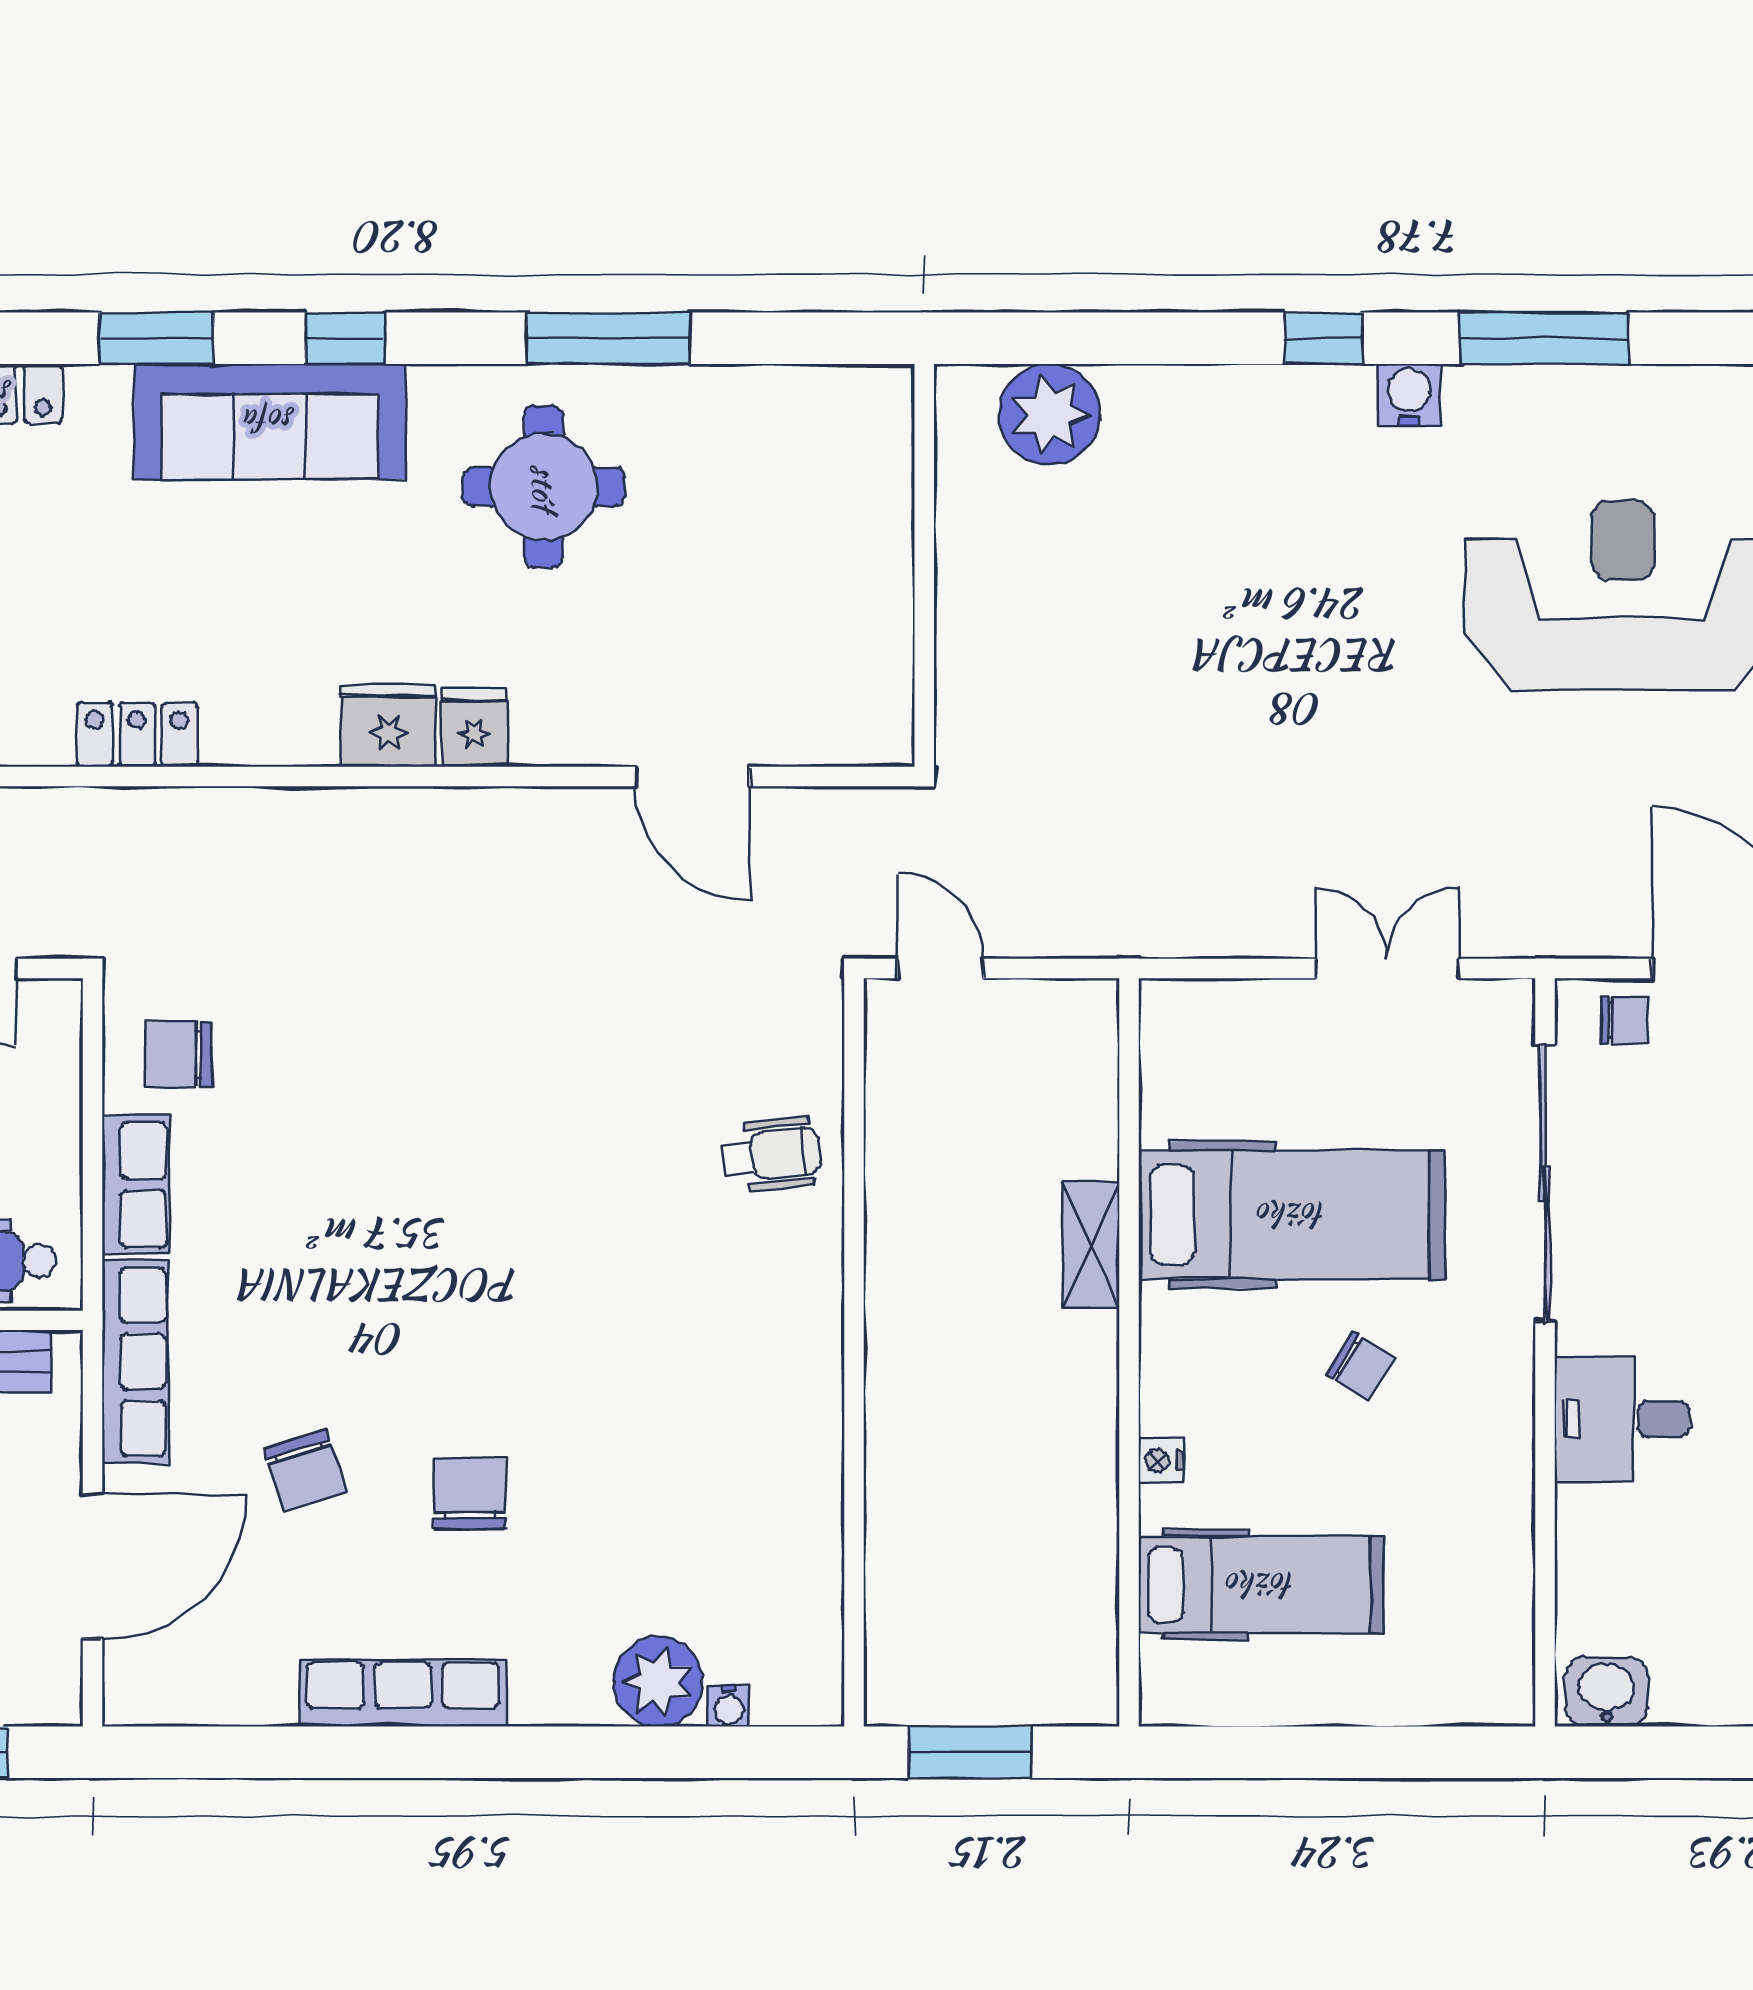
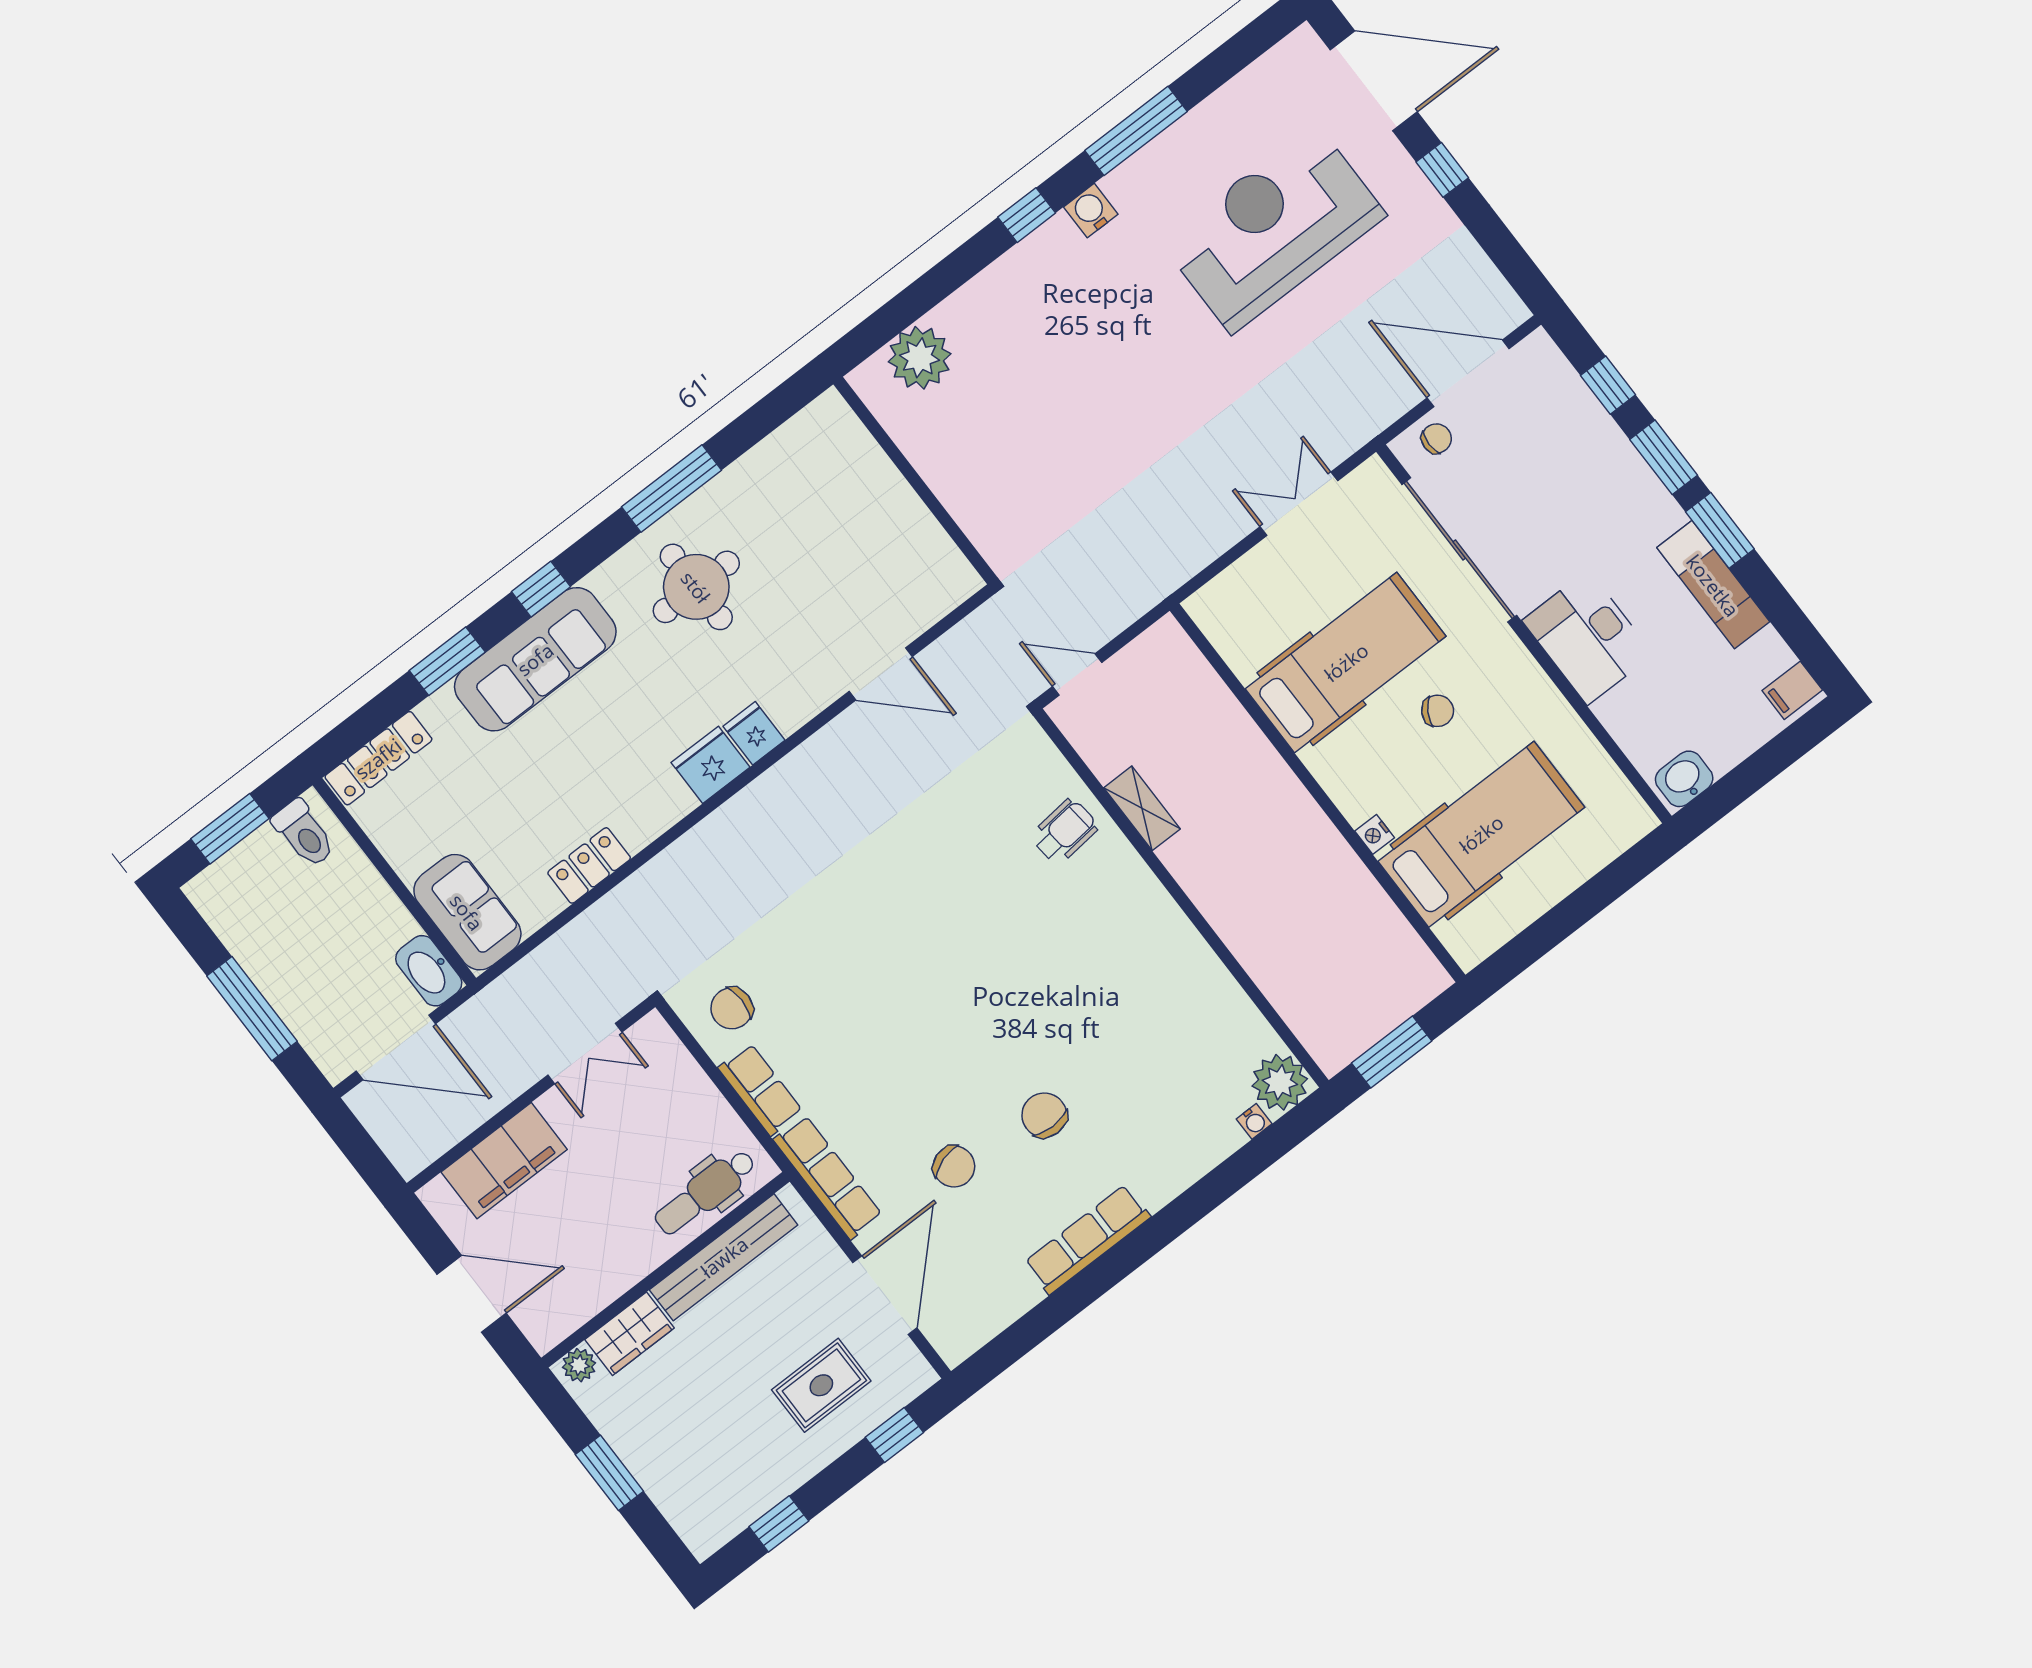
shelving: (1091, 1245) -> (1142, 808), moved
desk: (1622, 1419) -> (1588, 638), width x1.37
hospital bed: (1261, 1585) -> (1481, 834), width x1.37, depth x1.29
plant: (658, 1682) -> (1280, 1082), moved

